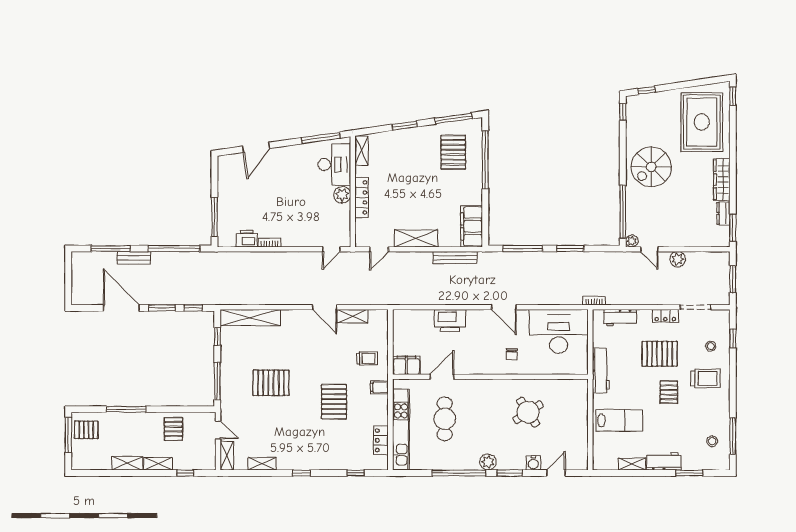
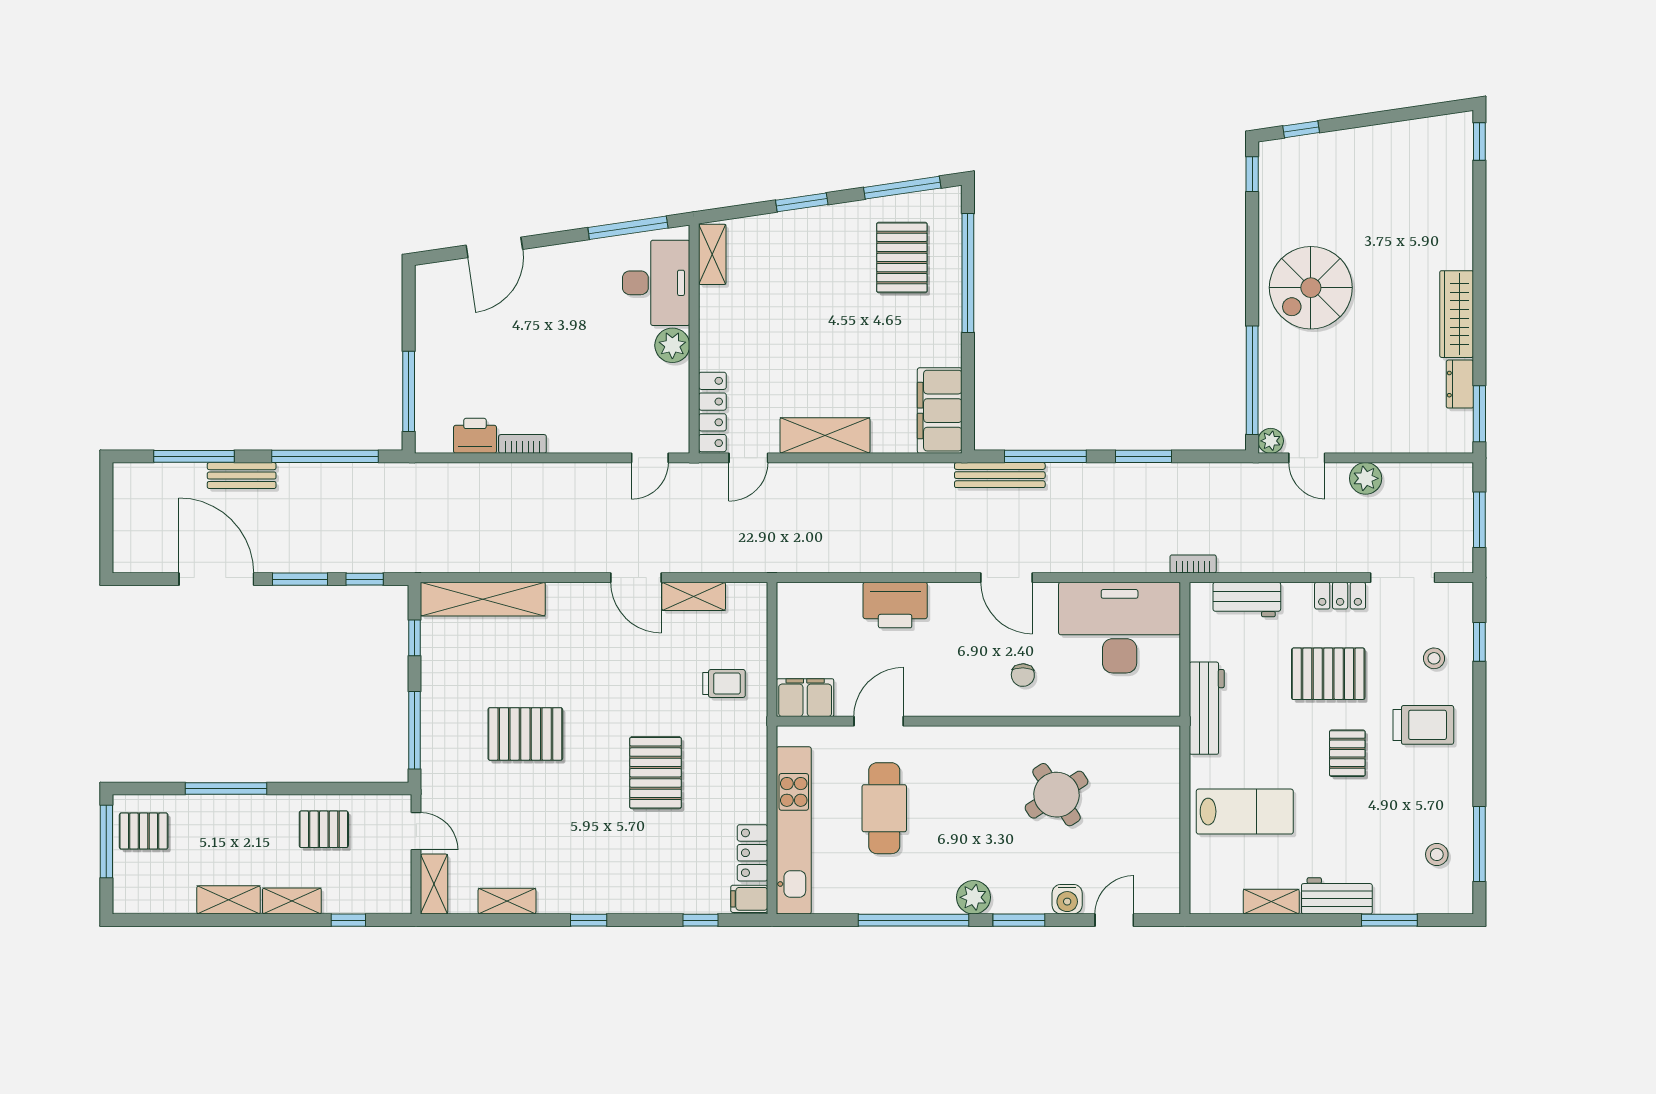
rug: (702, 122) -> (1415, 195), removed
locker: (362, 198) -> (712, 412), moved
bench: (455, 258) -> (1000, 475), moved
filing cabinet: (379, 387) -> (749, 899), moved
pallet: (173, 429) -> (324, 829), turned 90

